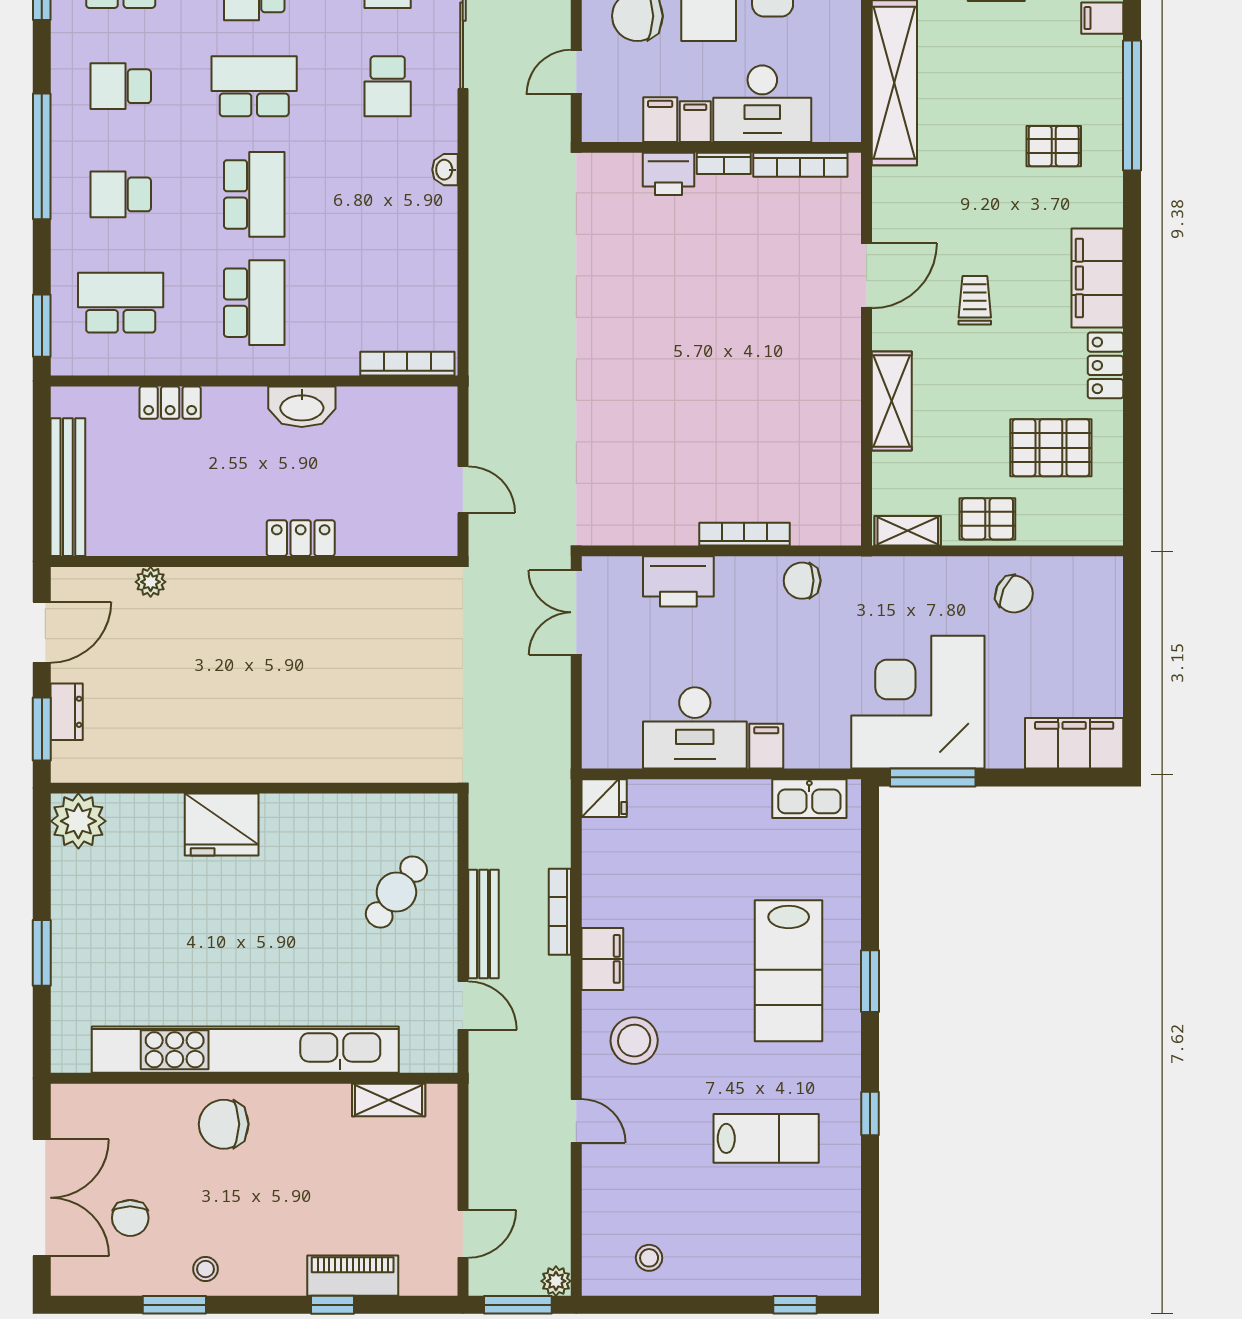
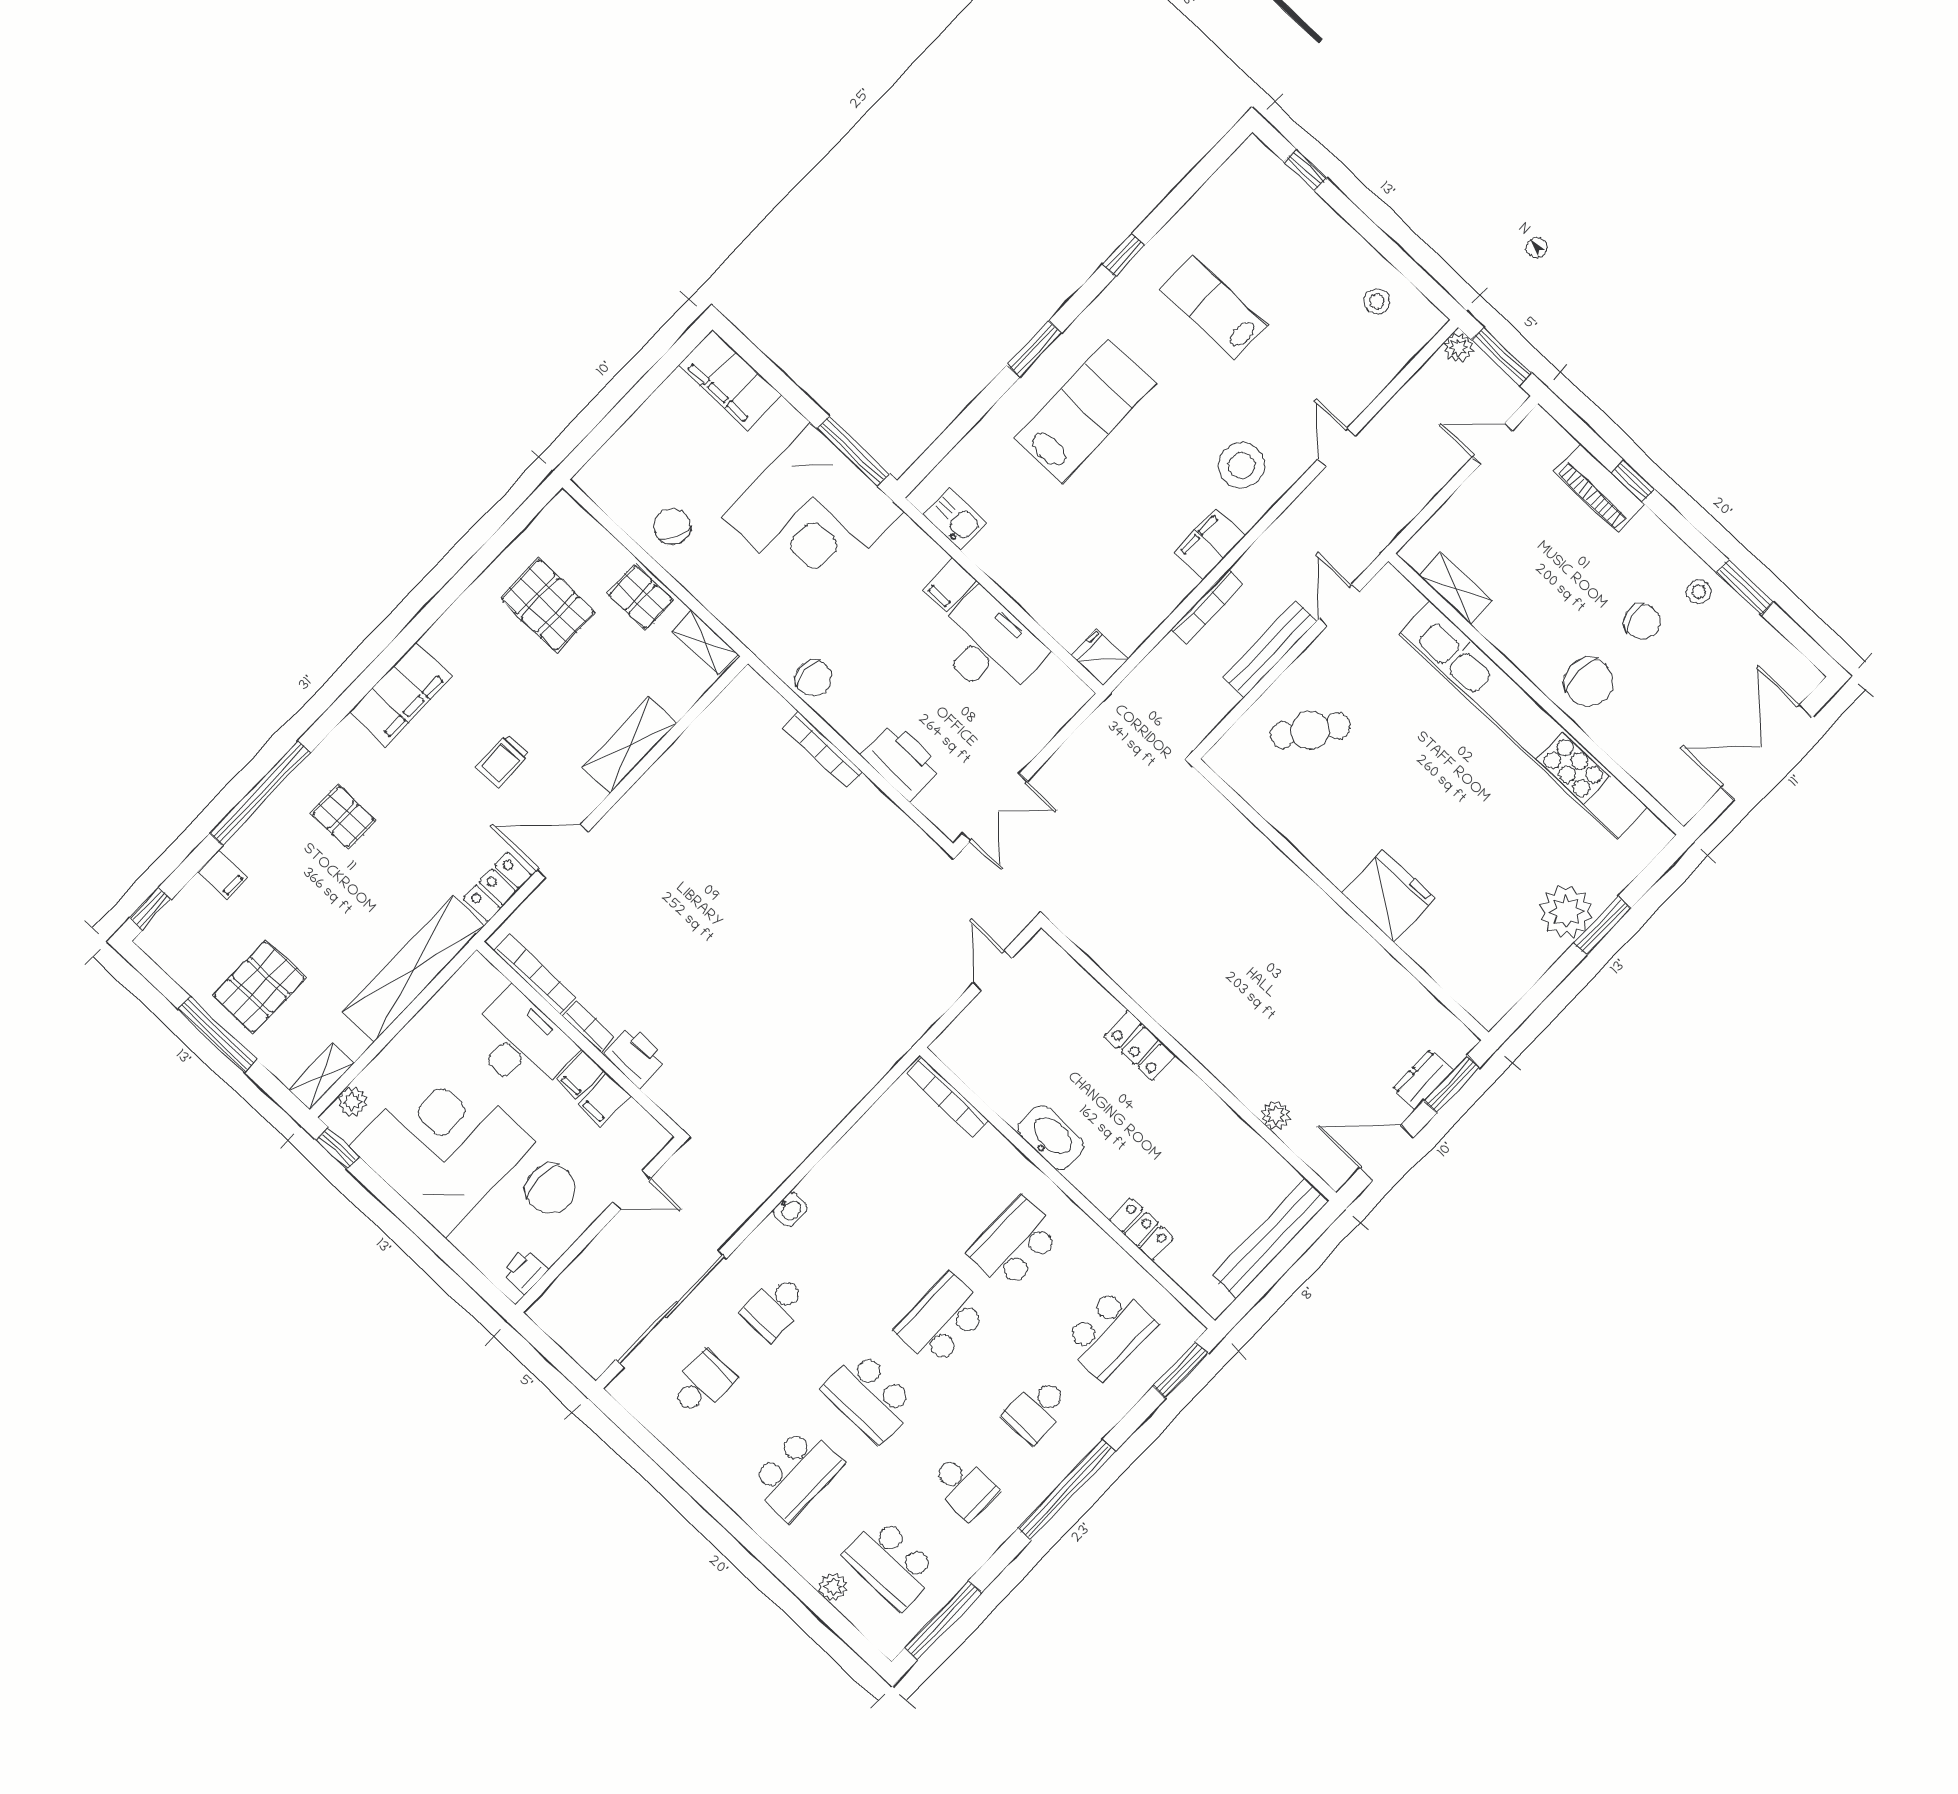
school desk: (388, 86) -> (775, 1307), turned 180
school desk: (121, 194) -> (1036, 1410), turned 90
school desk: (121, 303) -> (1109, 1333), turned -90
locker: (1105, 365) -> (498, 887), moved, turned 180
kitchen sink: (809, 799) -> (955, 519), width x0.73
plant: (78, 821) -> (1566, 912), moved
chair: (130, 1218) -> (1642, 621), moved, turned 78

